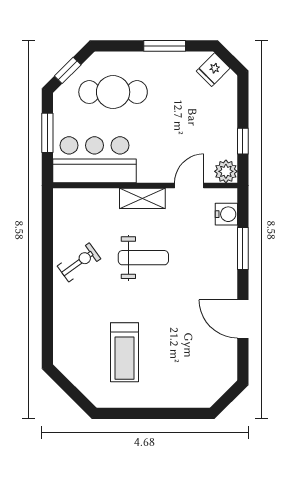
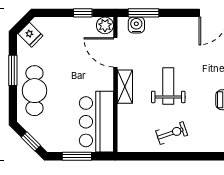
cafe table: (113, 92) -> (34, 91), moved
door: (189, 185) -> (115, 52), width x1.38
window: (243, 249) -> (144, 13), moved
exercise bike: (79, 262) -> (172, 133), turned 107

